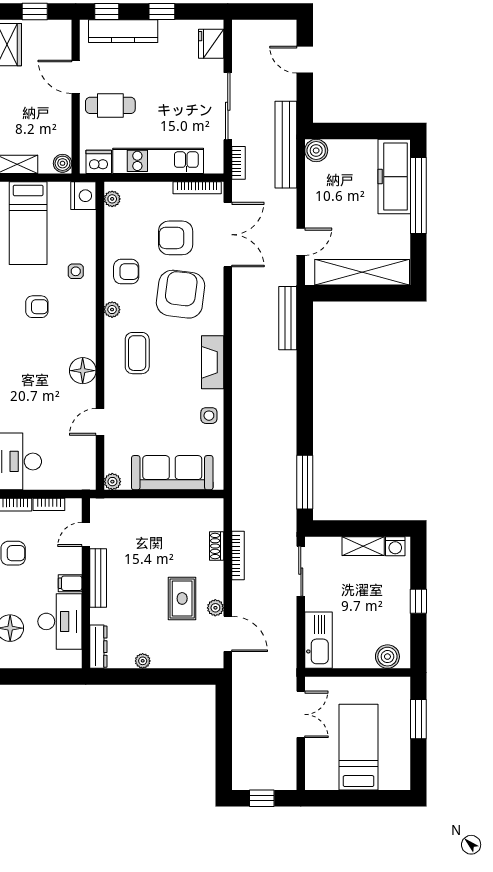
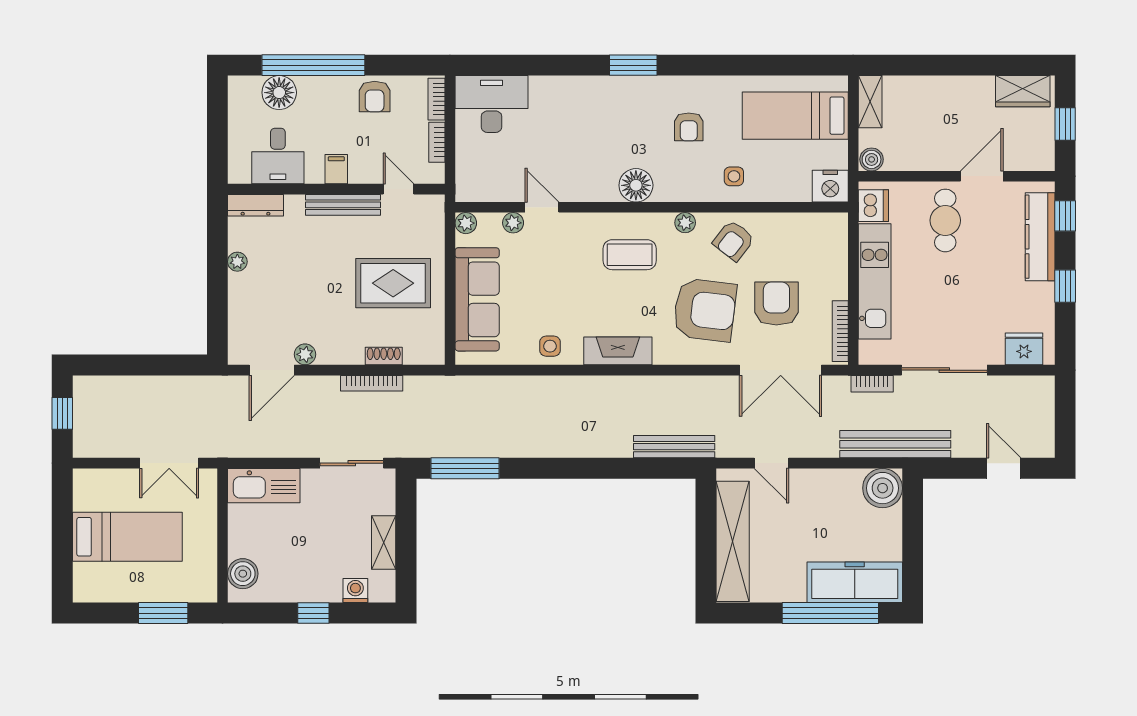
door: (305, 60) -> (1004, 468), hinge flipped
boiler: (316, 150) -> (883, 488), width x1.37, depth x1.37
plant: (112, 199) -> (513, 223), moved
armchair: (126, 272) -> (734, 241), turned 38
floor lamp: (83, 371) -> (636, 185), moved
washing machine: (395, 546) -> (355, 591), moved, turned 90
rug: (182, 598) -> (393, 283), moved, width x1.36, depth x1.43
desk: (60, 621) -> (278, 156), width x0.73

